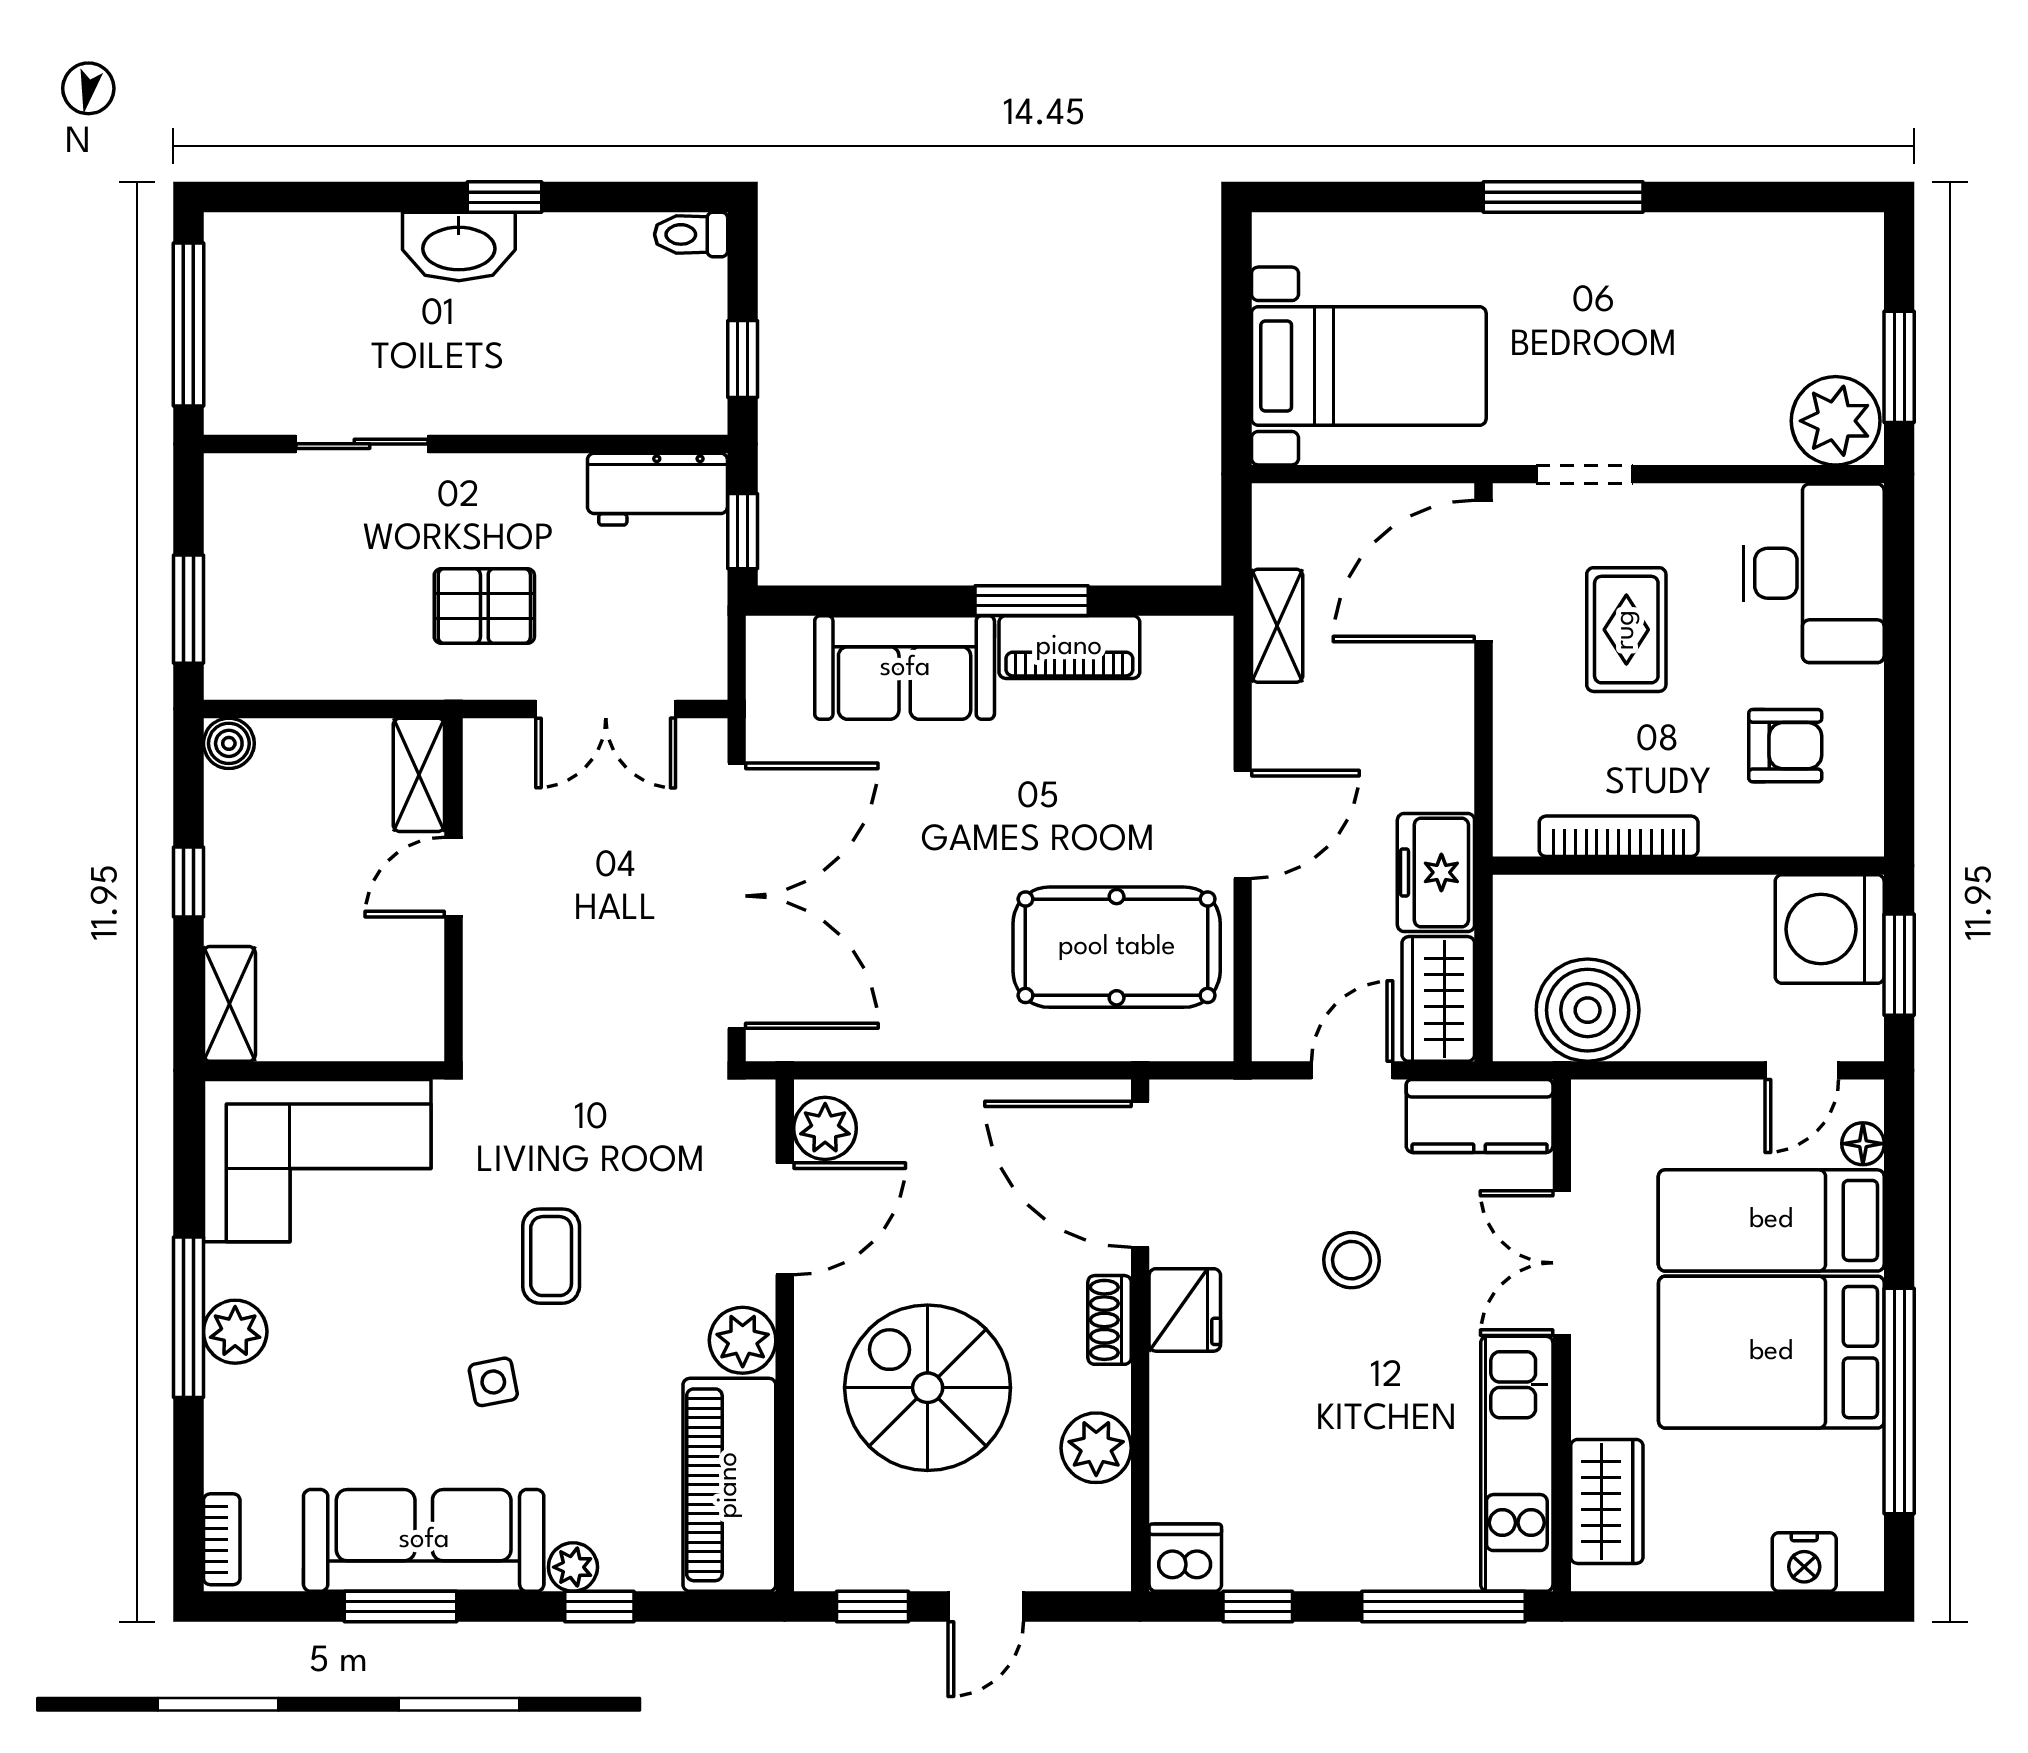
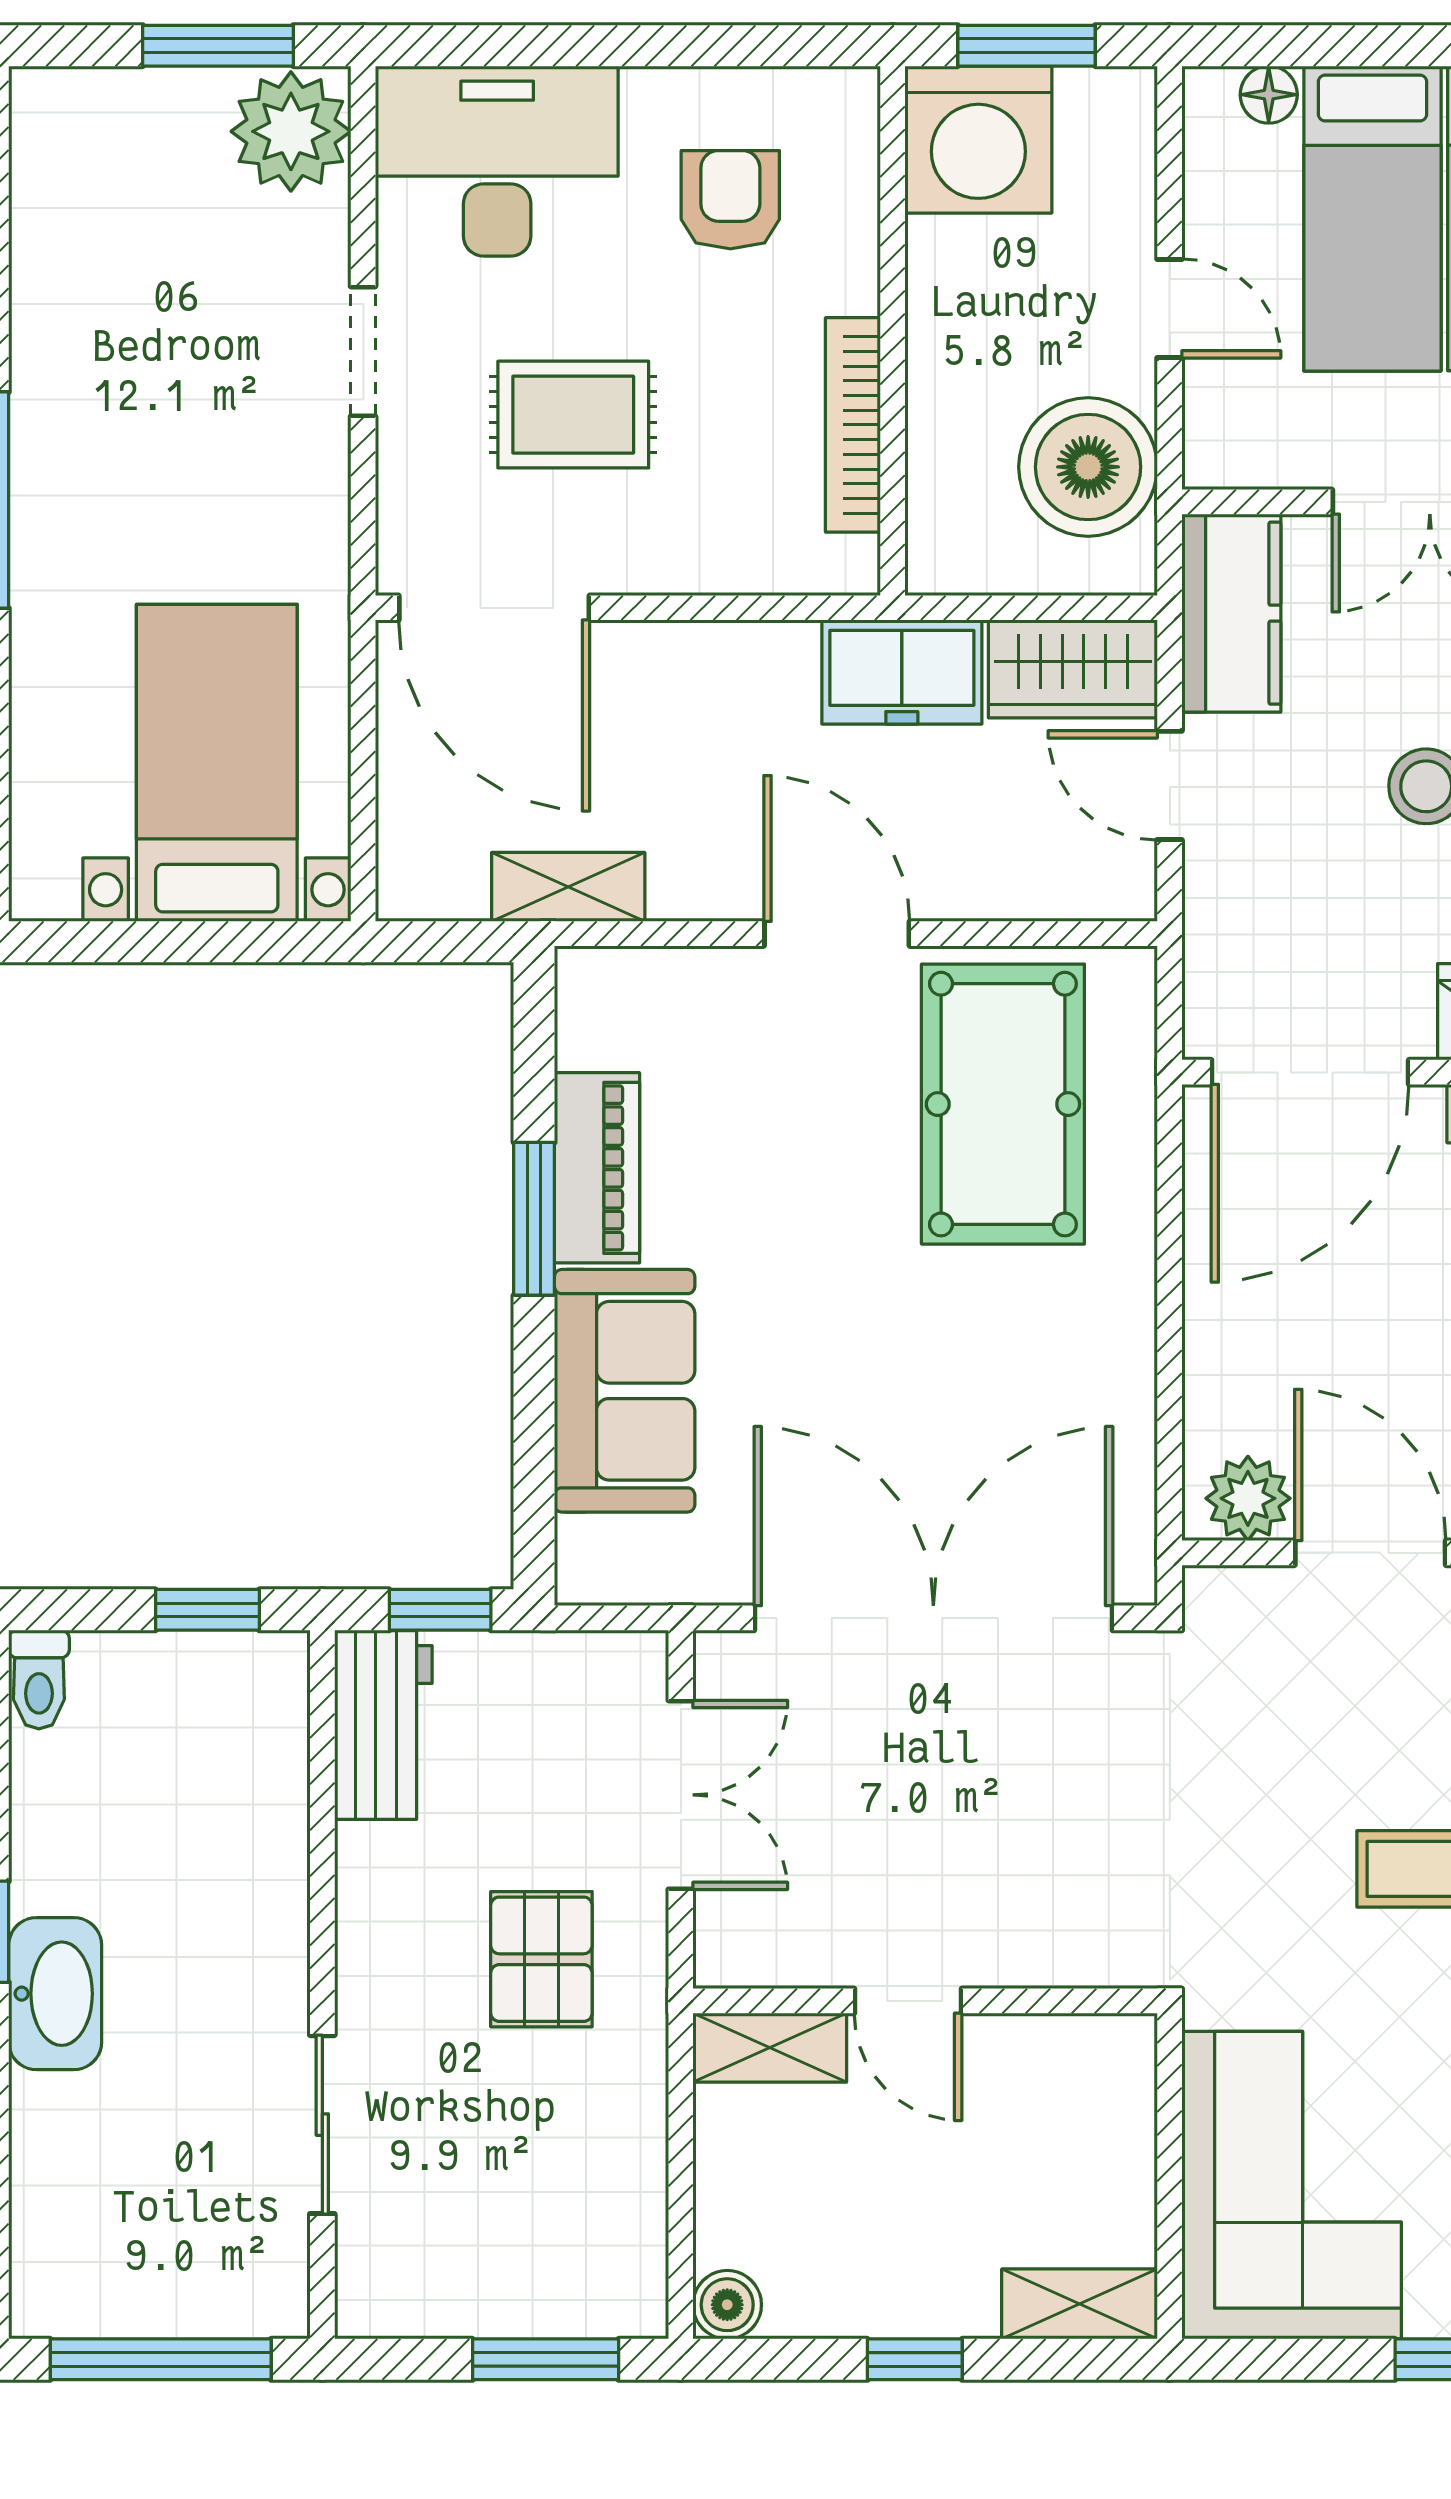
doorway: (1584, 474) -> (363, 351), moved
door: (1802, 1070) -> (1170, 309), moved

